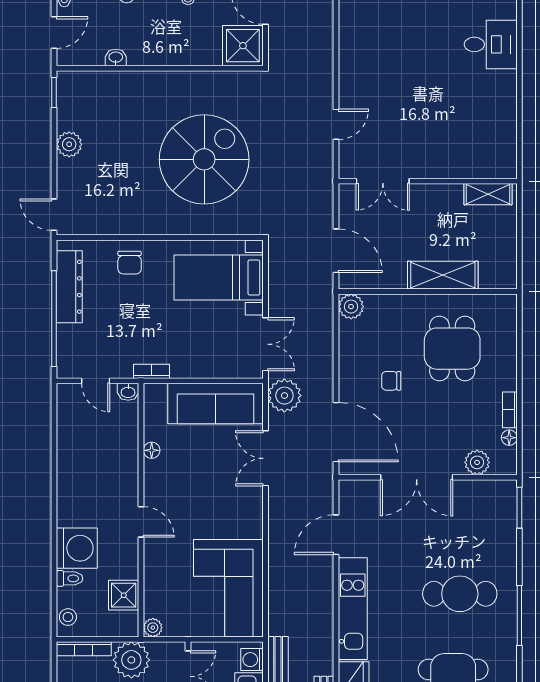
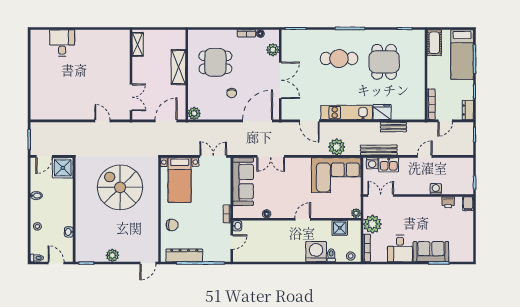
plant: (284, 396) -> (337, 147), moved
cafe table: (460, 594) -> (339, 59), turned 90

